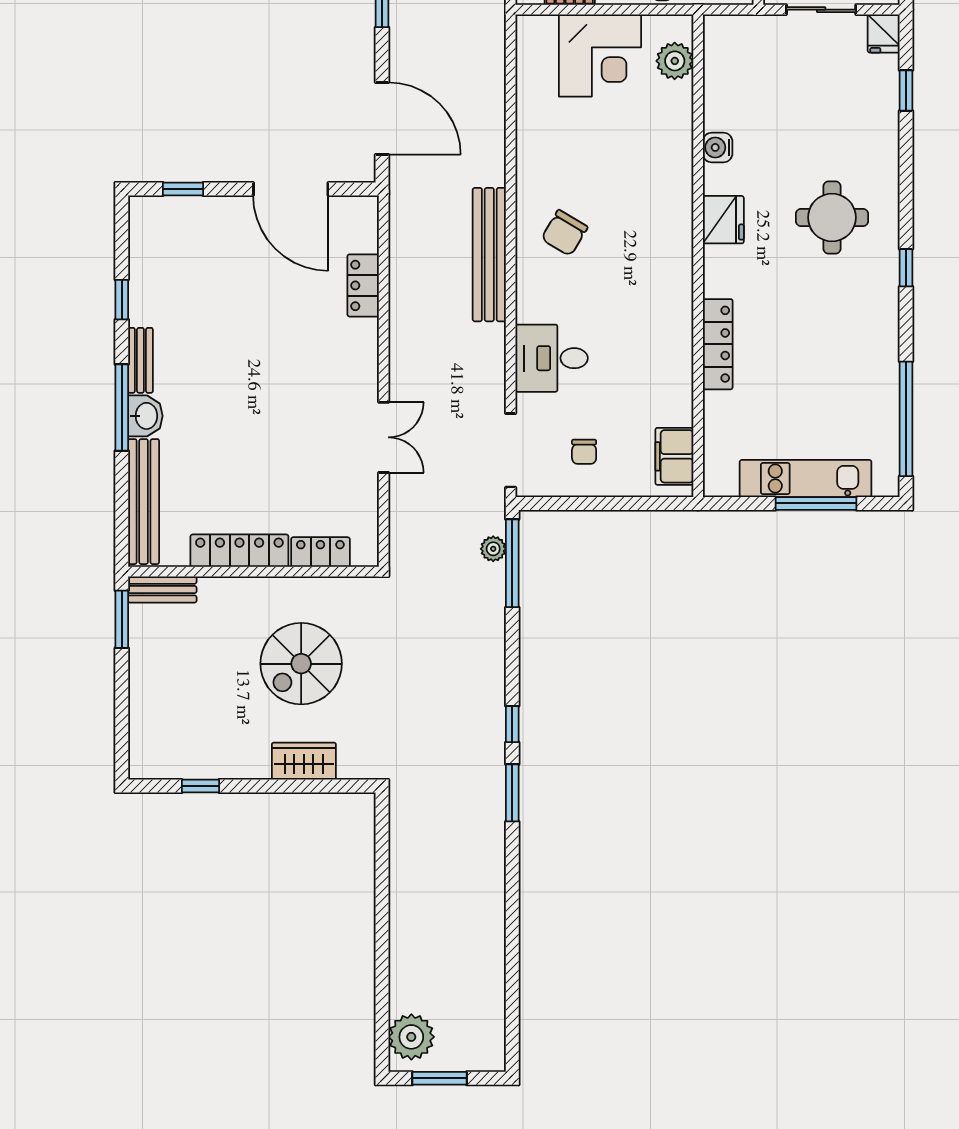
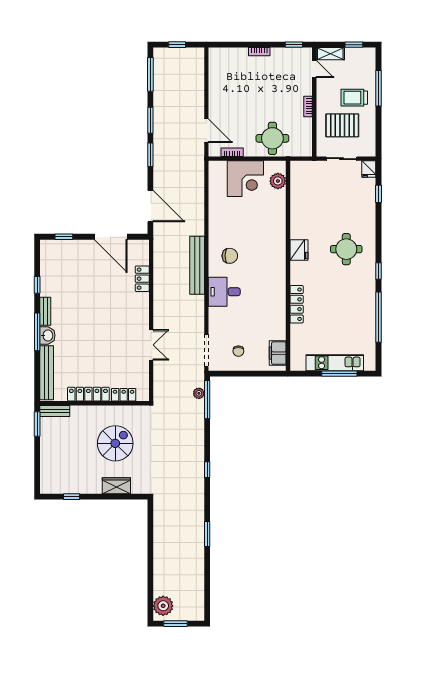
water cooler: (718, 147) -> (296, 219), removed
chair: (564, 233) -> (230, 256), turned -121
desk: (552, 358) -> (224, 292), moved
window: (906, 419) -> (378, 317), moved
spiral stairs: (301, 664) -> (115, 443), turned 180
window: (512, 793) -> (207, 534), moved

